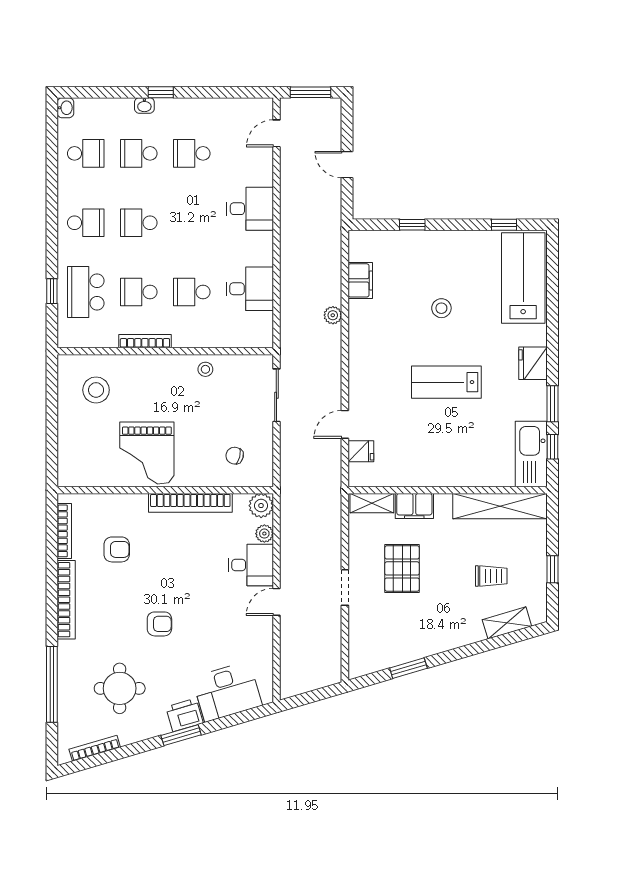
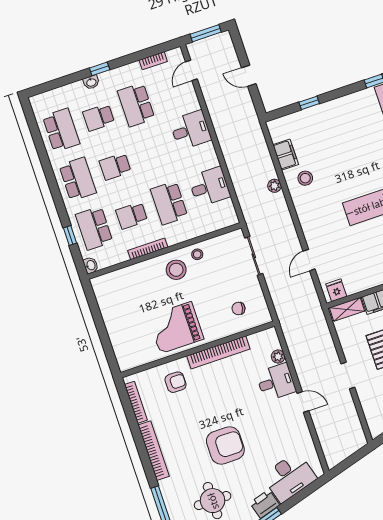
bookcase: (232, 105) -> (153, 61), added
washbasin: (65, 108) -> (91, 265), moved
school desk: (86, 153) -> (61, 130), width x1.85
school desk: (192, 153) -> (136, 105), width x1.85
school desk: (86, 223) -> (78, 179), width x1.85
school desk: (192, 292) -> (169, 203), width x1.85
stool: (441, 308) -> (305, 178), moved
stool: (96, 390) -> (176, 270), moved
fridge: (361, 451) -> (336, 290), moved, turned -90
grand piano: (147, 453) -> (176, 328), turned 90
plant: (261, 506) -> (269, 338), removed
armchair: (117, 549) -> (176, 382), moved
door: (276, 602) -> (303, 402), swing flipped
armchair: (159, 624) -> (225, 445), width x1.88, depth x1.88

